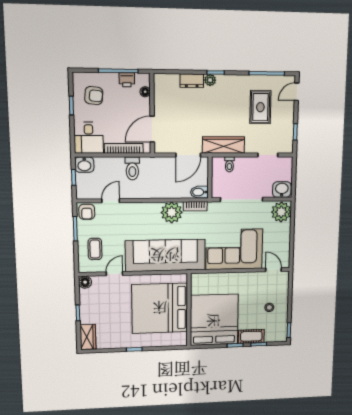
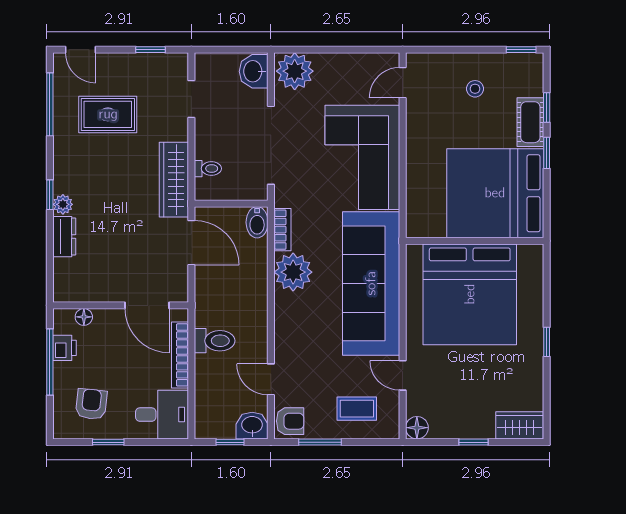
washbasin: (84, 165) -> (252, 426), moved, turned -90

